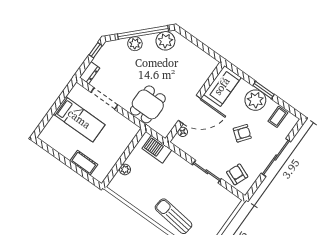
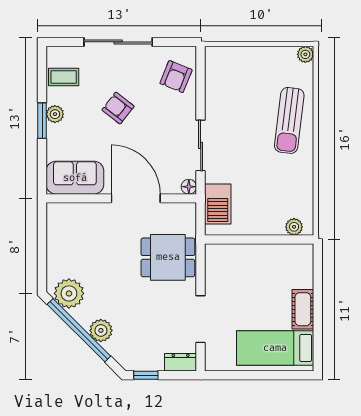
plant: (255, 100) -> (55, 114), width x0.53, depth x0.53
bed: (79, 119) -> (275, 348), moved, turned -90
floor lamp: (183, 132) -> (189, 187), moved
cot: (84, 163) -> (303, 309), moved
plant: (125, 169) -> (294, 227), moved
sliding door: (207, 172) -> (201, 145), moved

